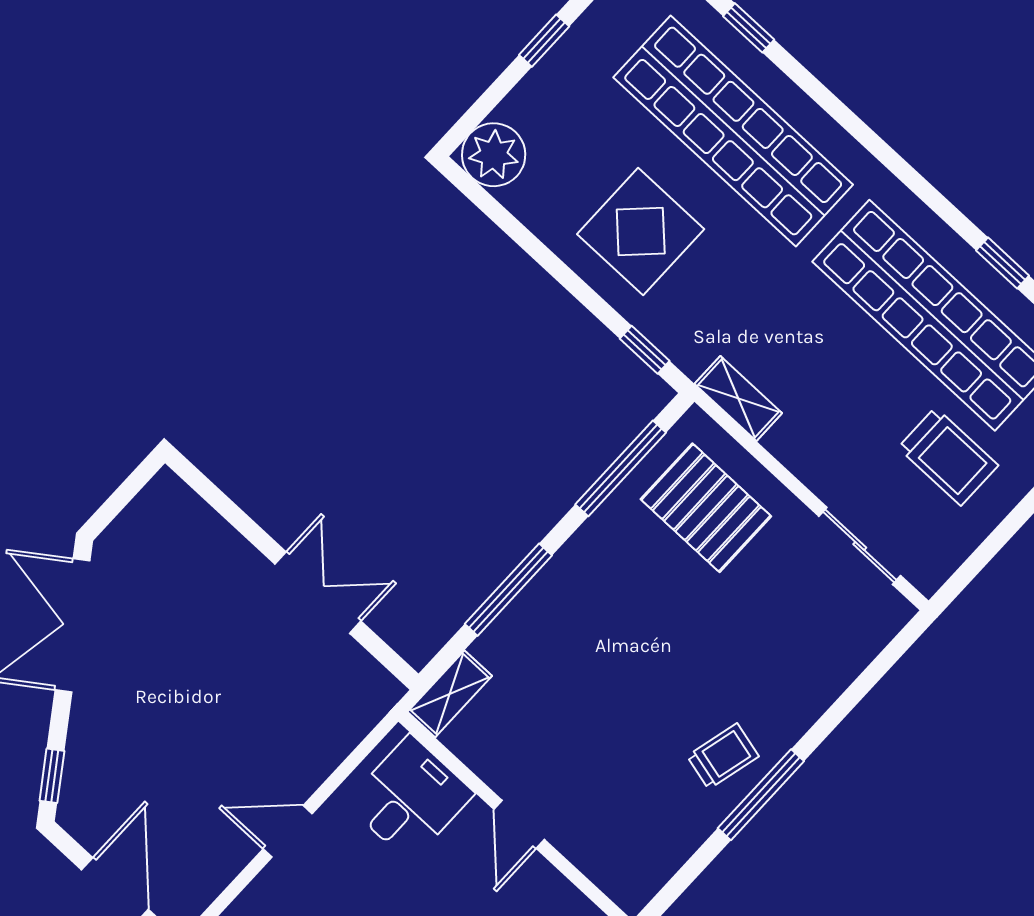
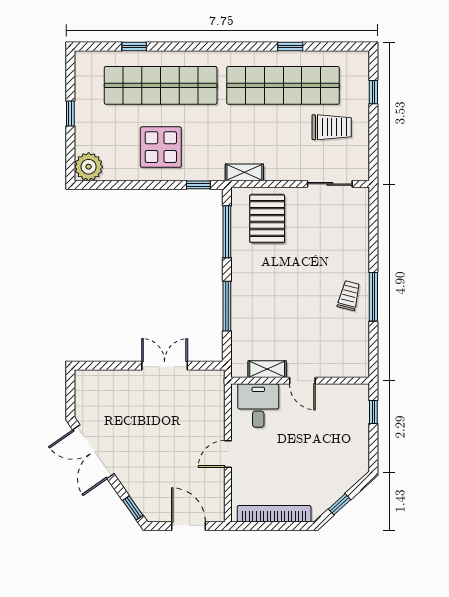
pallet: (706, 508) -> (267, 219), turned 90
shelving: (450, 694) -> (267, 369), moved, turned 90

